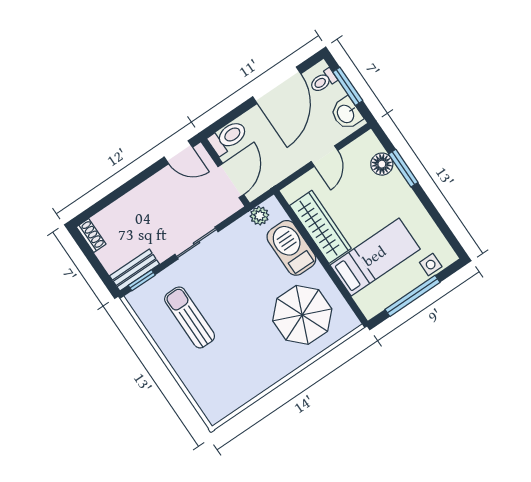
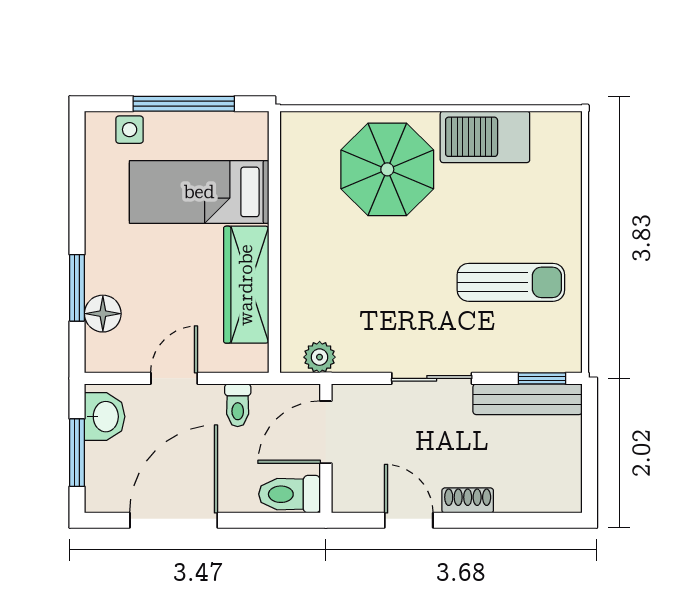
toilet: (323, 81) -> (238, 405), moved, turned 90
door: (178, 152) -> (409, 520), moved
shoe rack: (91, 236) -> (468, 500), moved, turned 90
barbecue: (291, 248) -> (485, 137), moved, turned 90
bench: (135, 270) -> (528, 399), width x1.36
parasol: (302, 315) -> (387, 169), moved
sun lounger: (190, 317) -> (511, 282), turned -90

